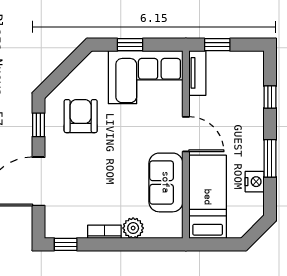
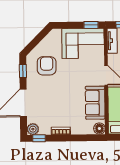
window: (130, 45) -> (91, 25), moved
plant: (133, 228) -> (33, 129), moved
floor lamp: (173, 228) -> (99, 128), added

